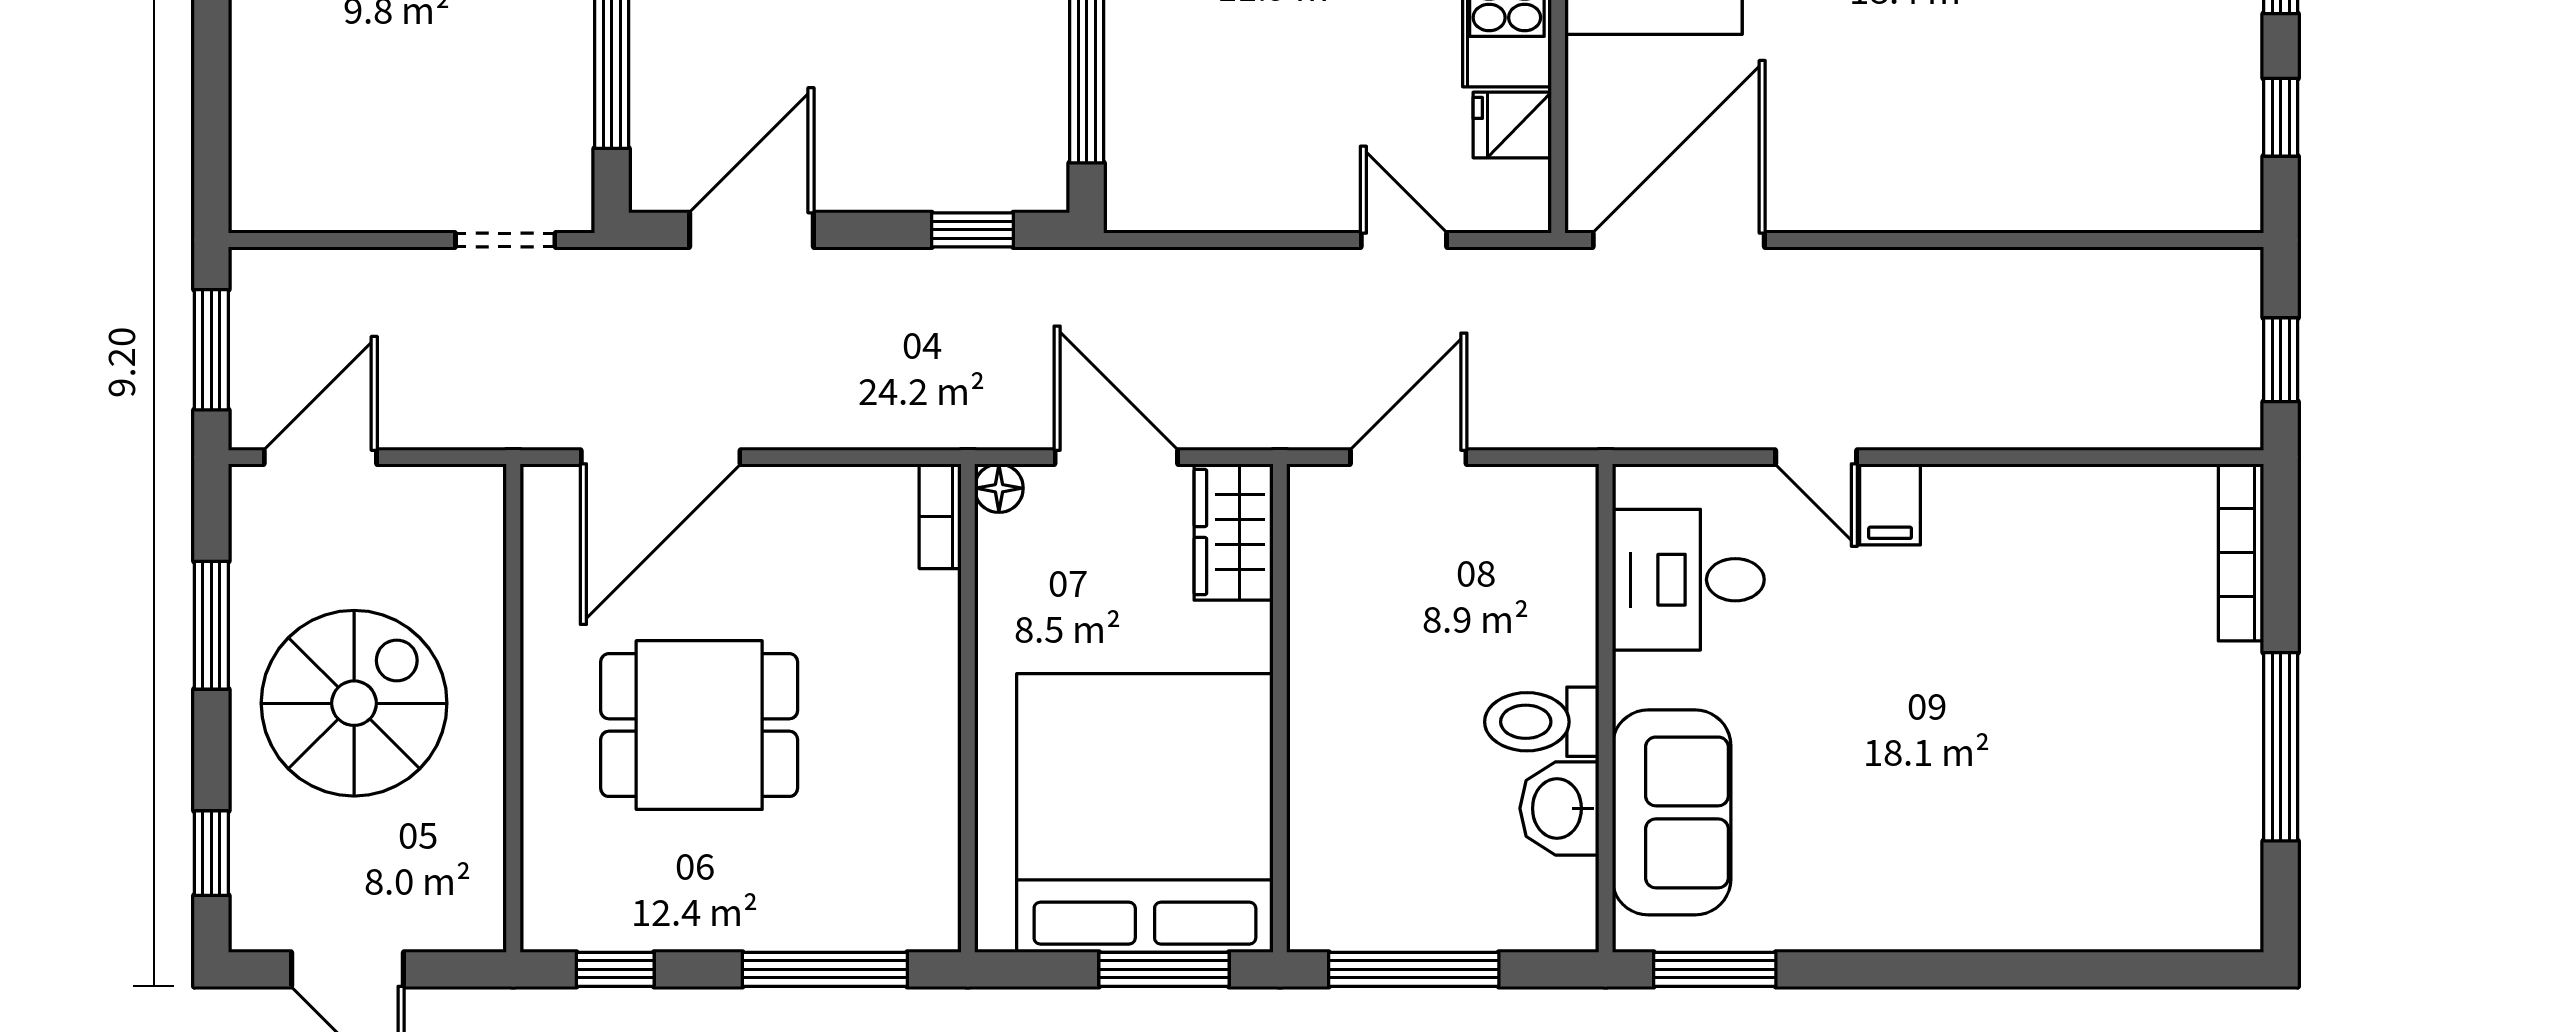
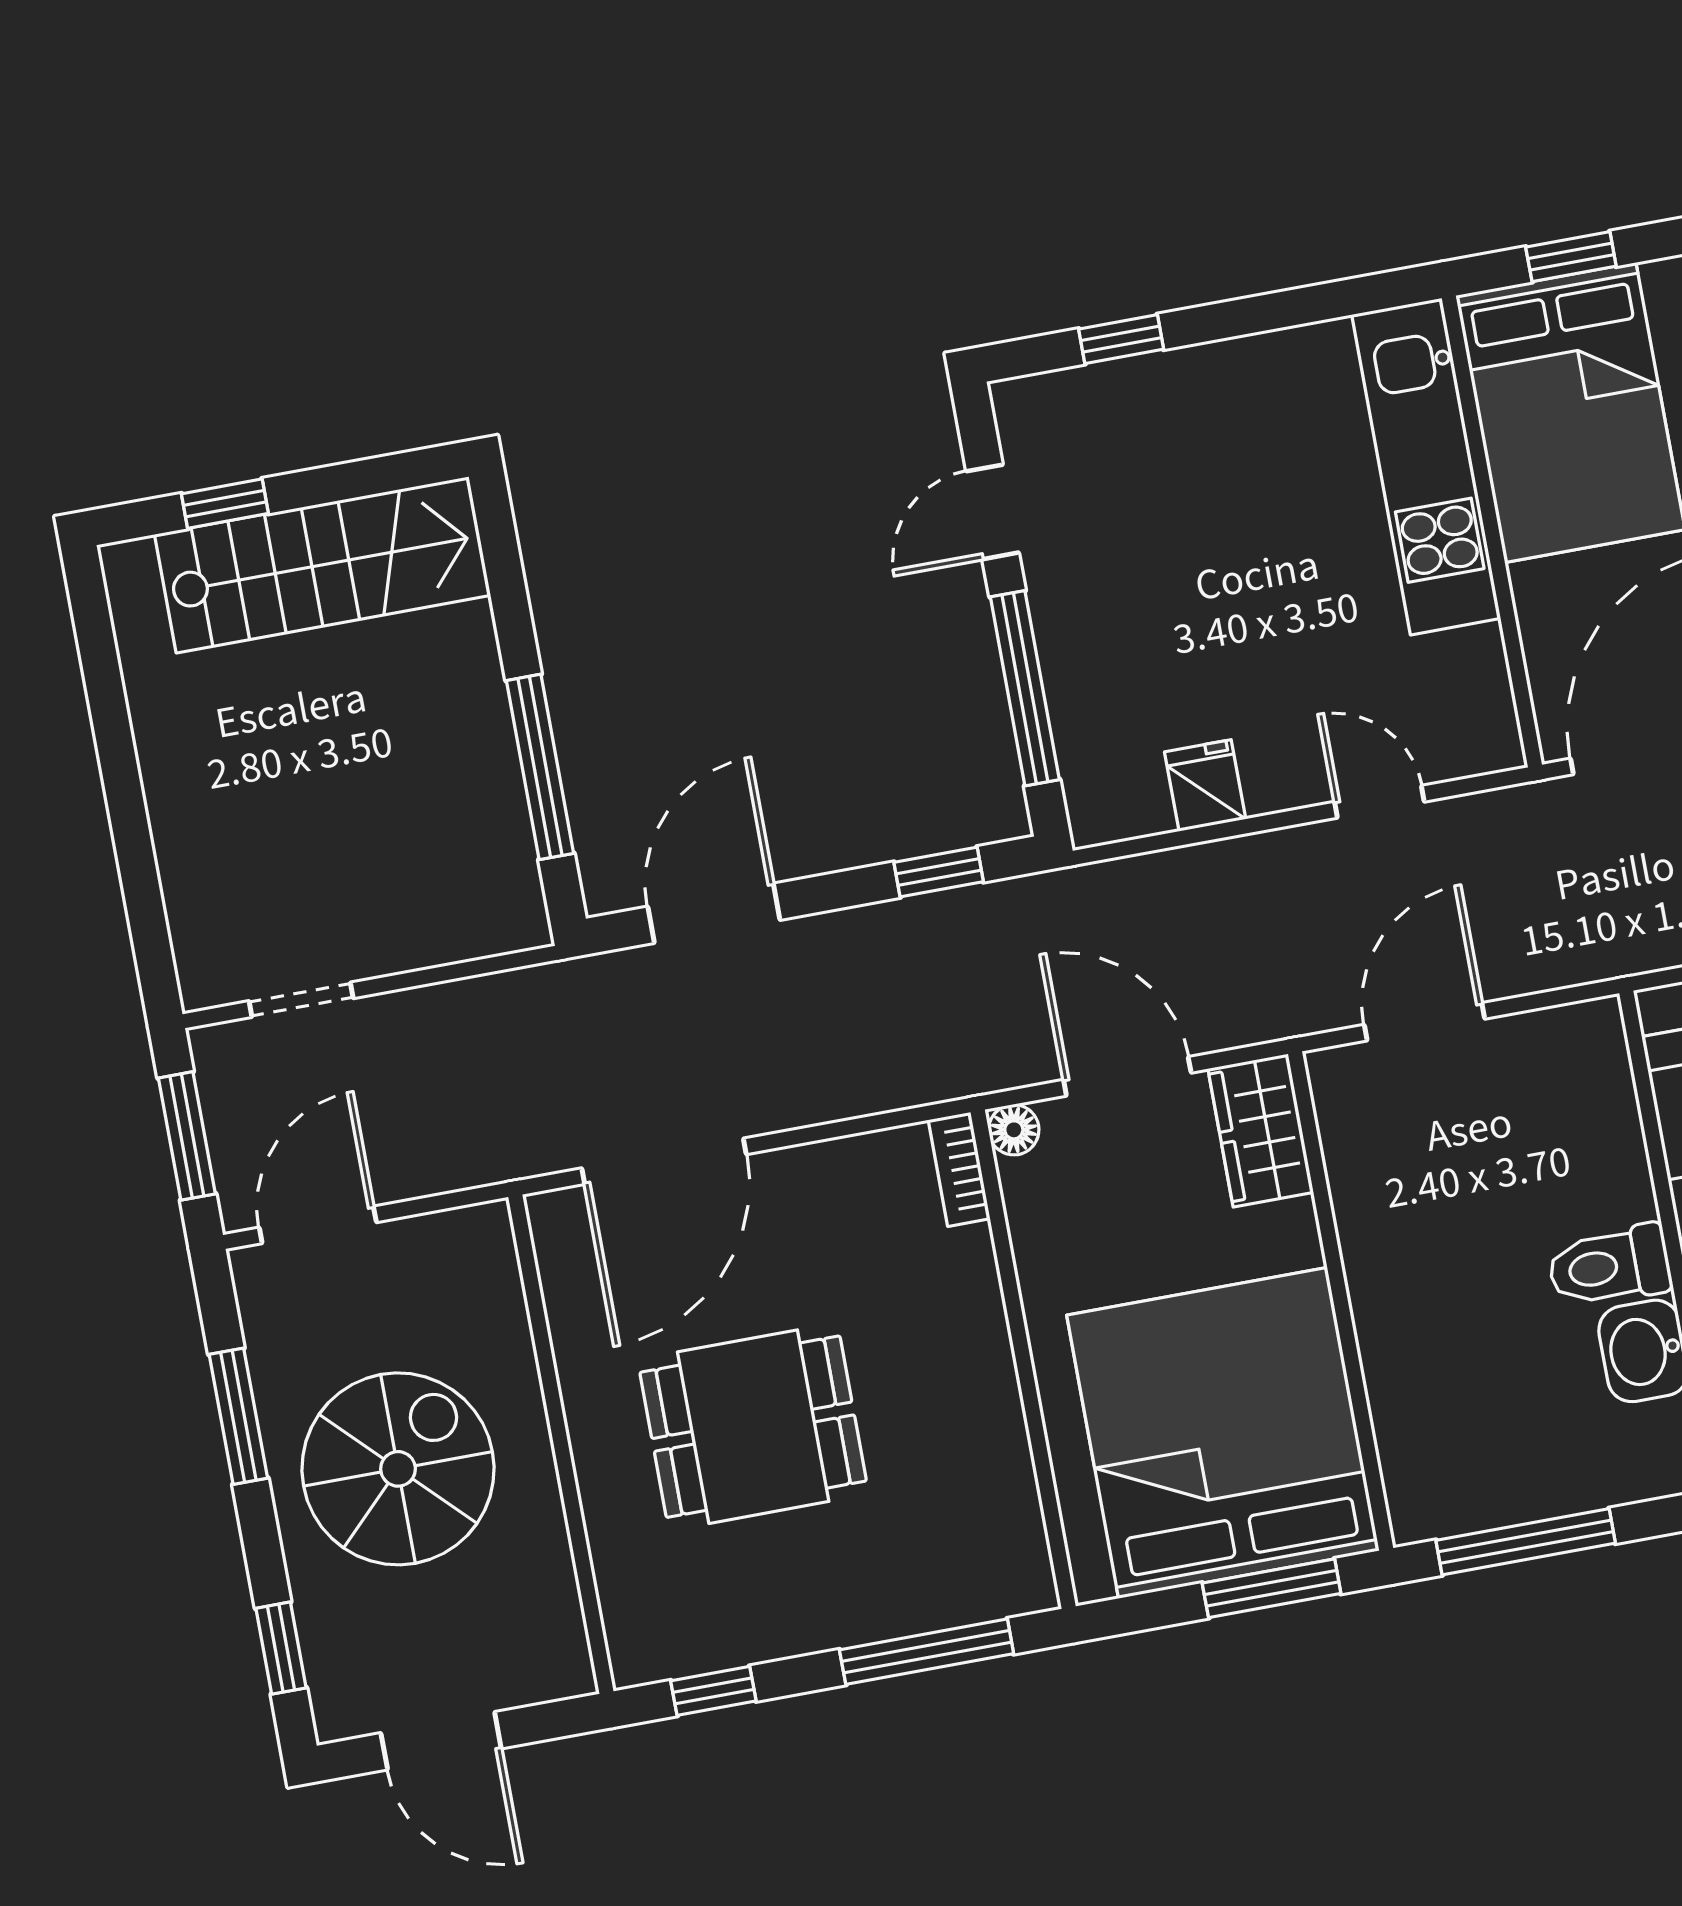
fridge: (1512, 125) -> (1205, 785), moved, turned 90
doorway: (505, 240) -> (301, 1000), moved

